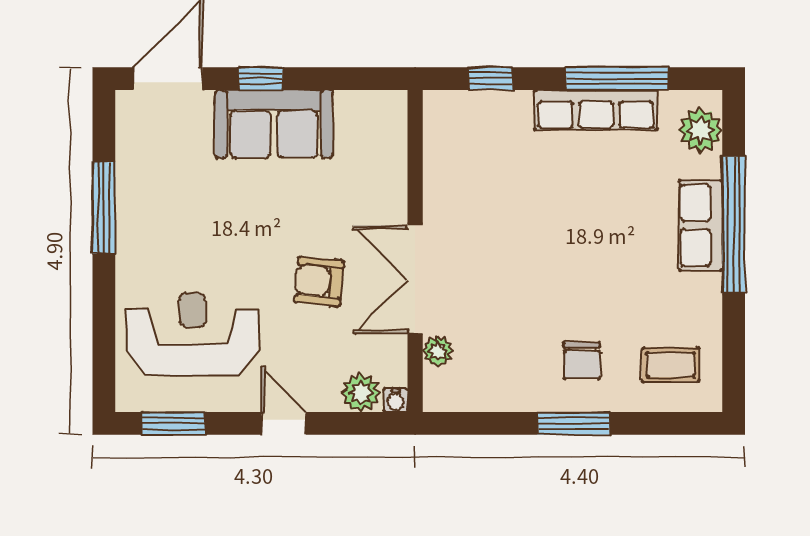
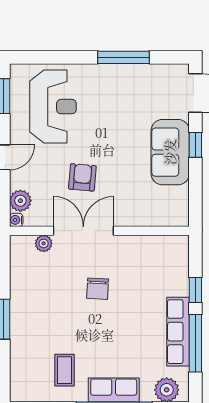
window: (490, 79) -> (195, 290), moved
chair: (582, 360) -> (98, 289), moved, turned -87
coffee table: (671, 365) -> (65, 370), moved

